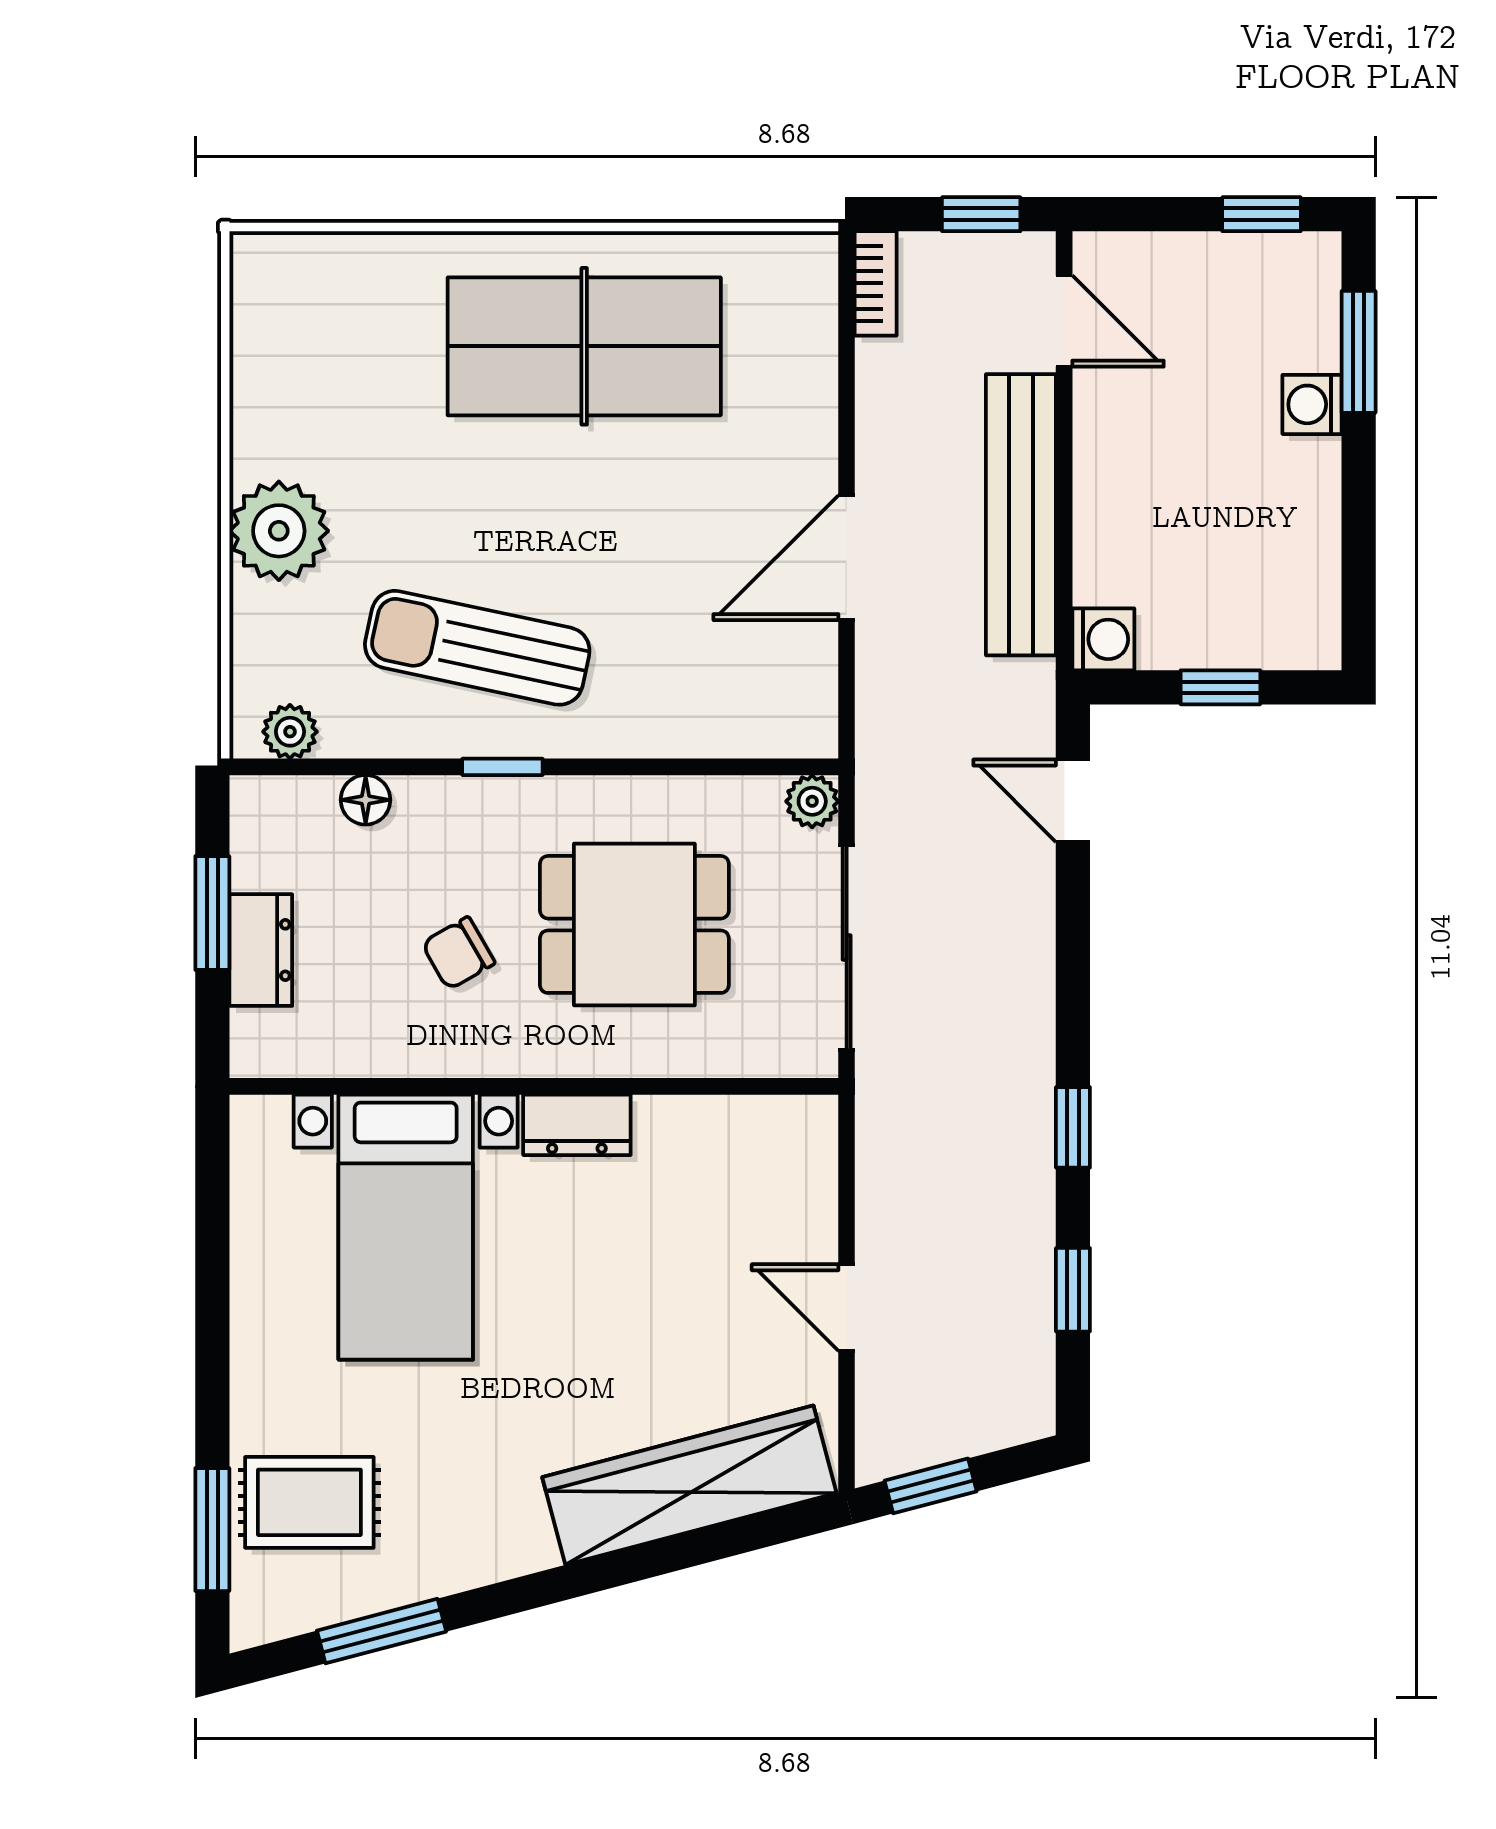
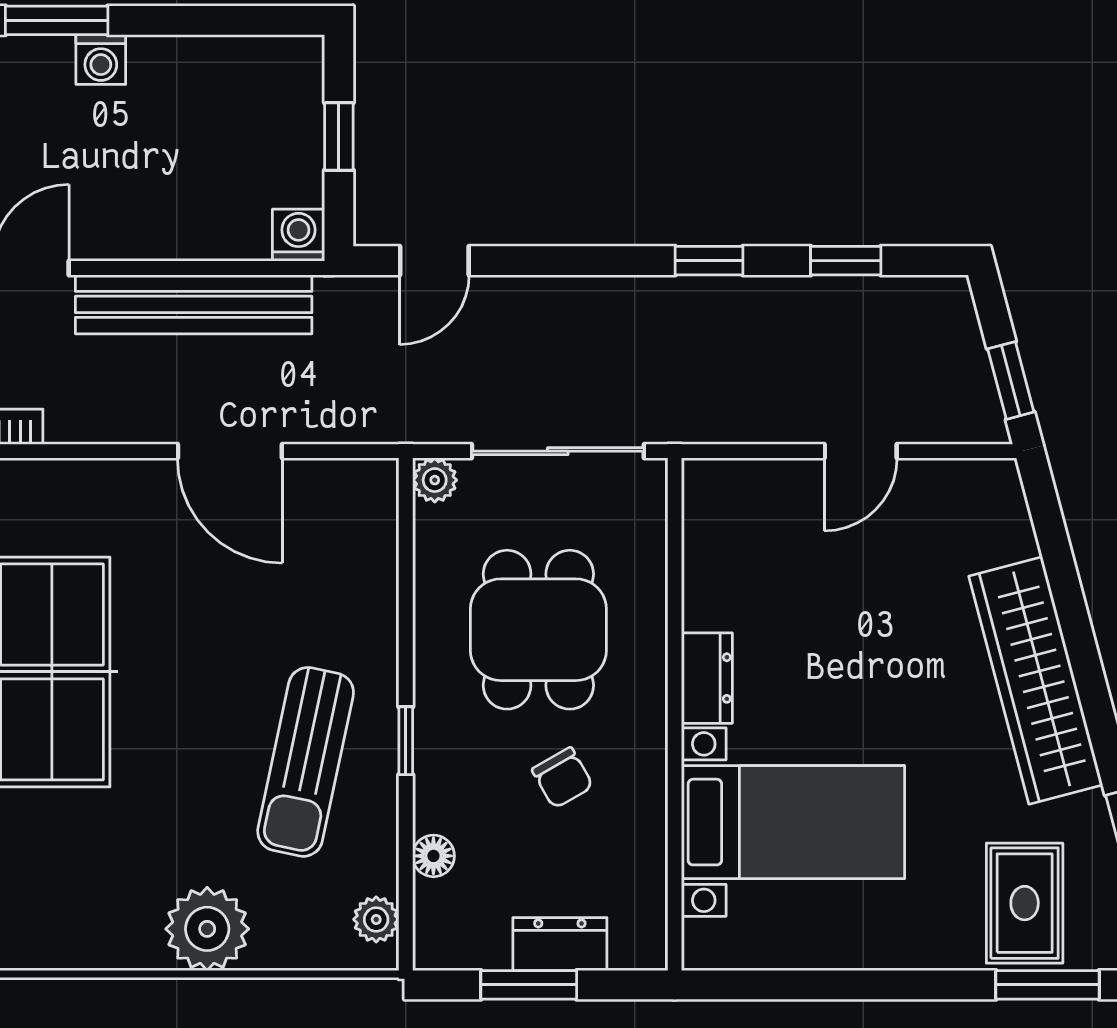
wardrobe: (689, 1485) -> (1036, 680), moved

